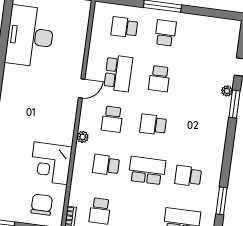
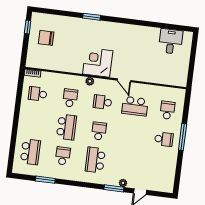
desk: (30, 36) -> (171, 41), width x0.53, depth x0.77
school desk: (159, 79) -> (95, 160), moved, width x1.85
corner desk: (51, 163) -> (98, 62), moved
chair: (42, 205) -> (46, 38), moved, turned 180

